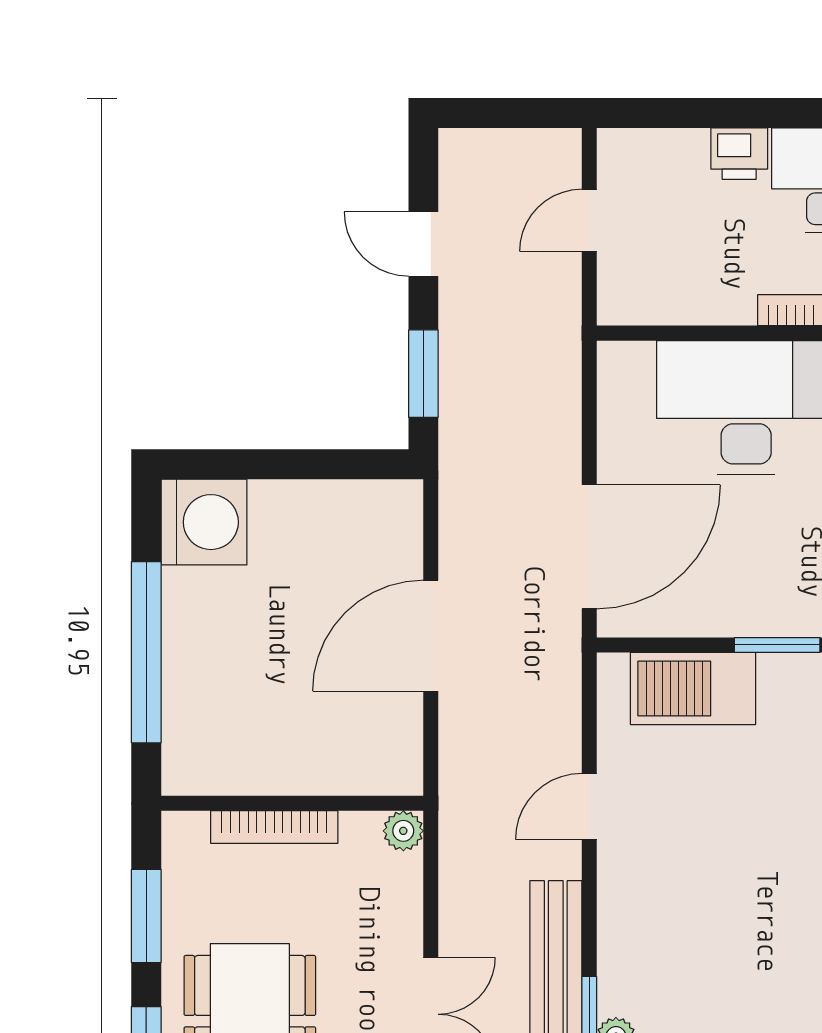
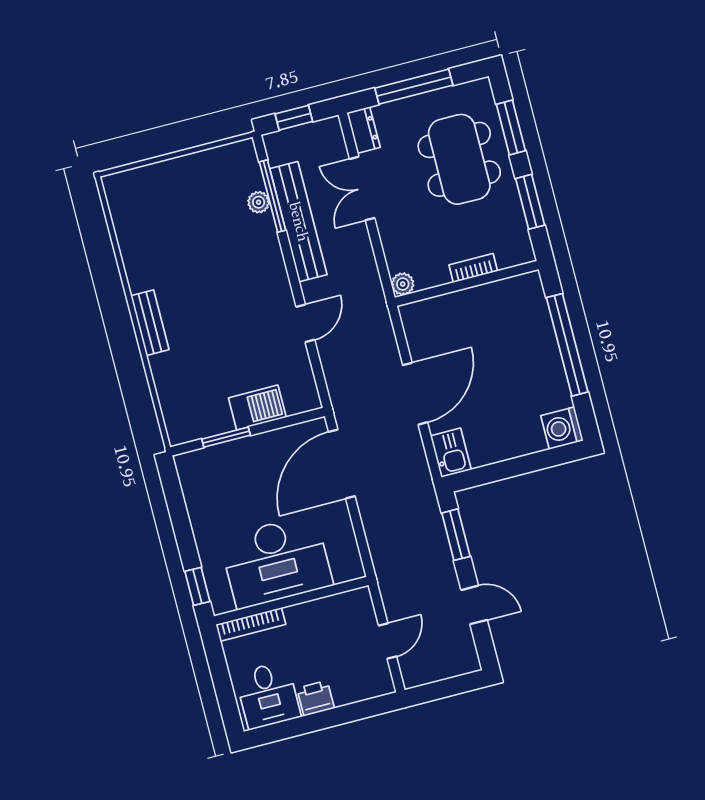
kitchen sink: (395, 518) -> (451, 453), added
washing machine: (204, 522) -> (562, 428), width x0.73, depth x0.73
barbecue: (693, 688) -> (257, 408), width x0.73, depth x0.83
bookcase: (274, 827) -> (473, 268), width x0.64

